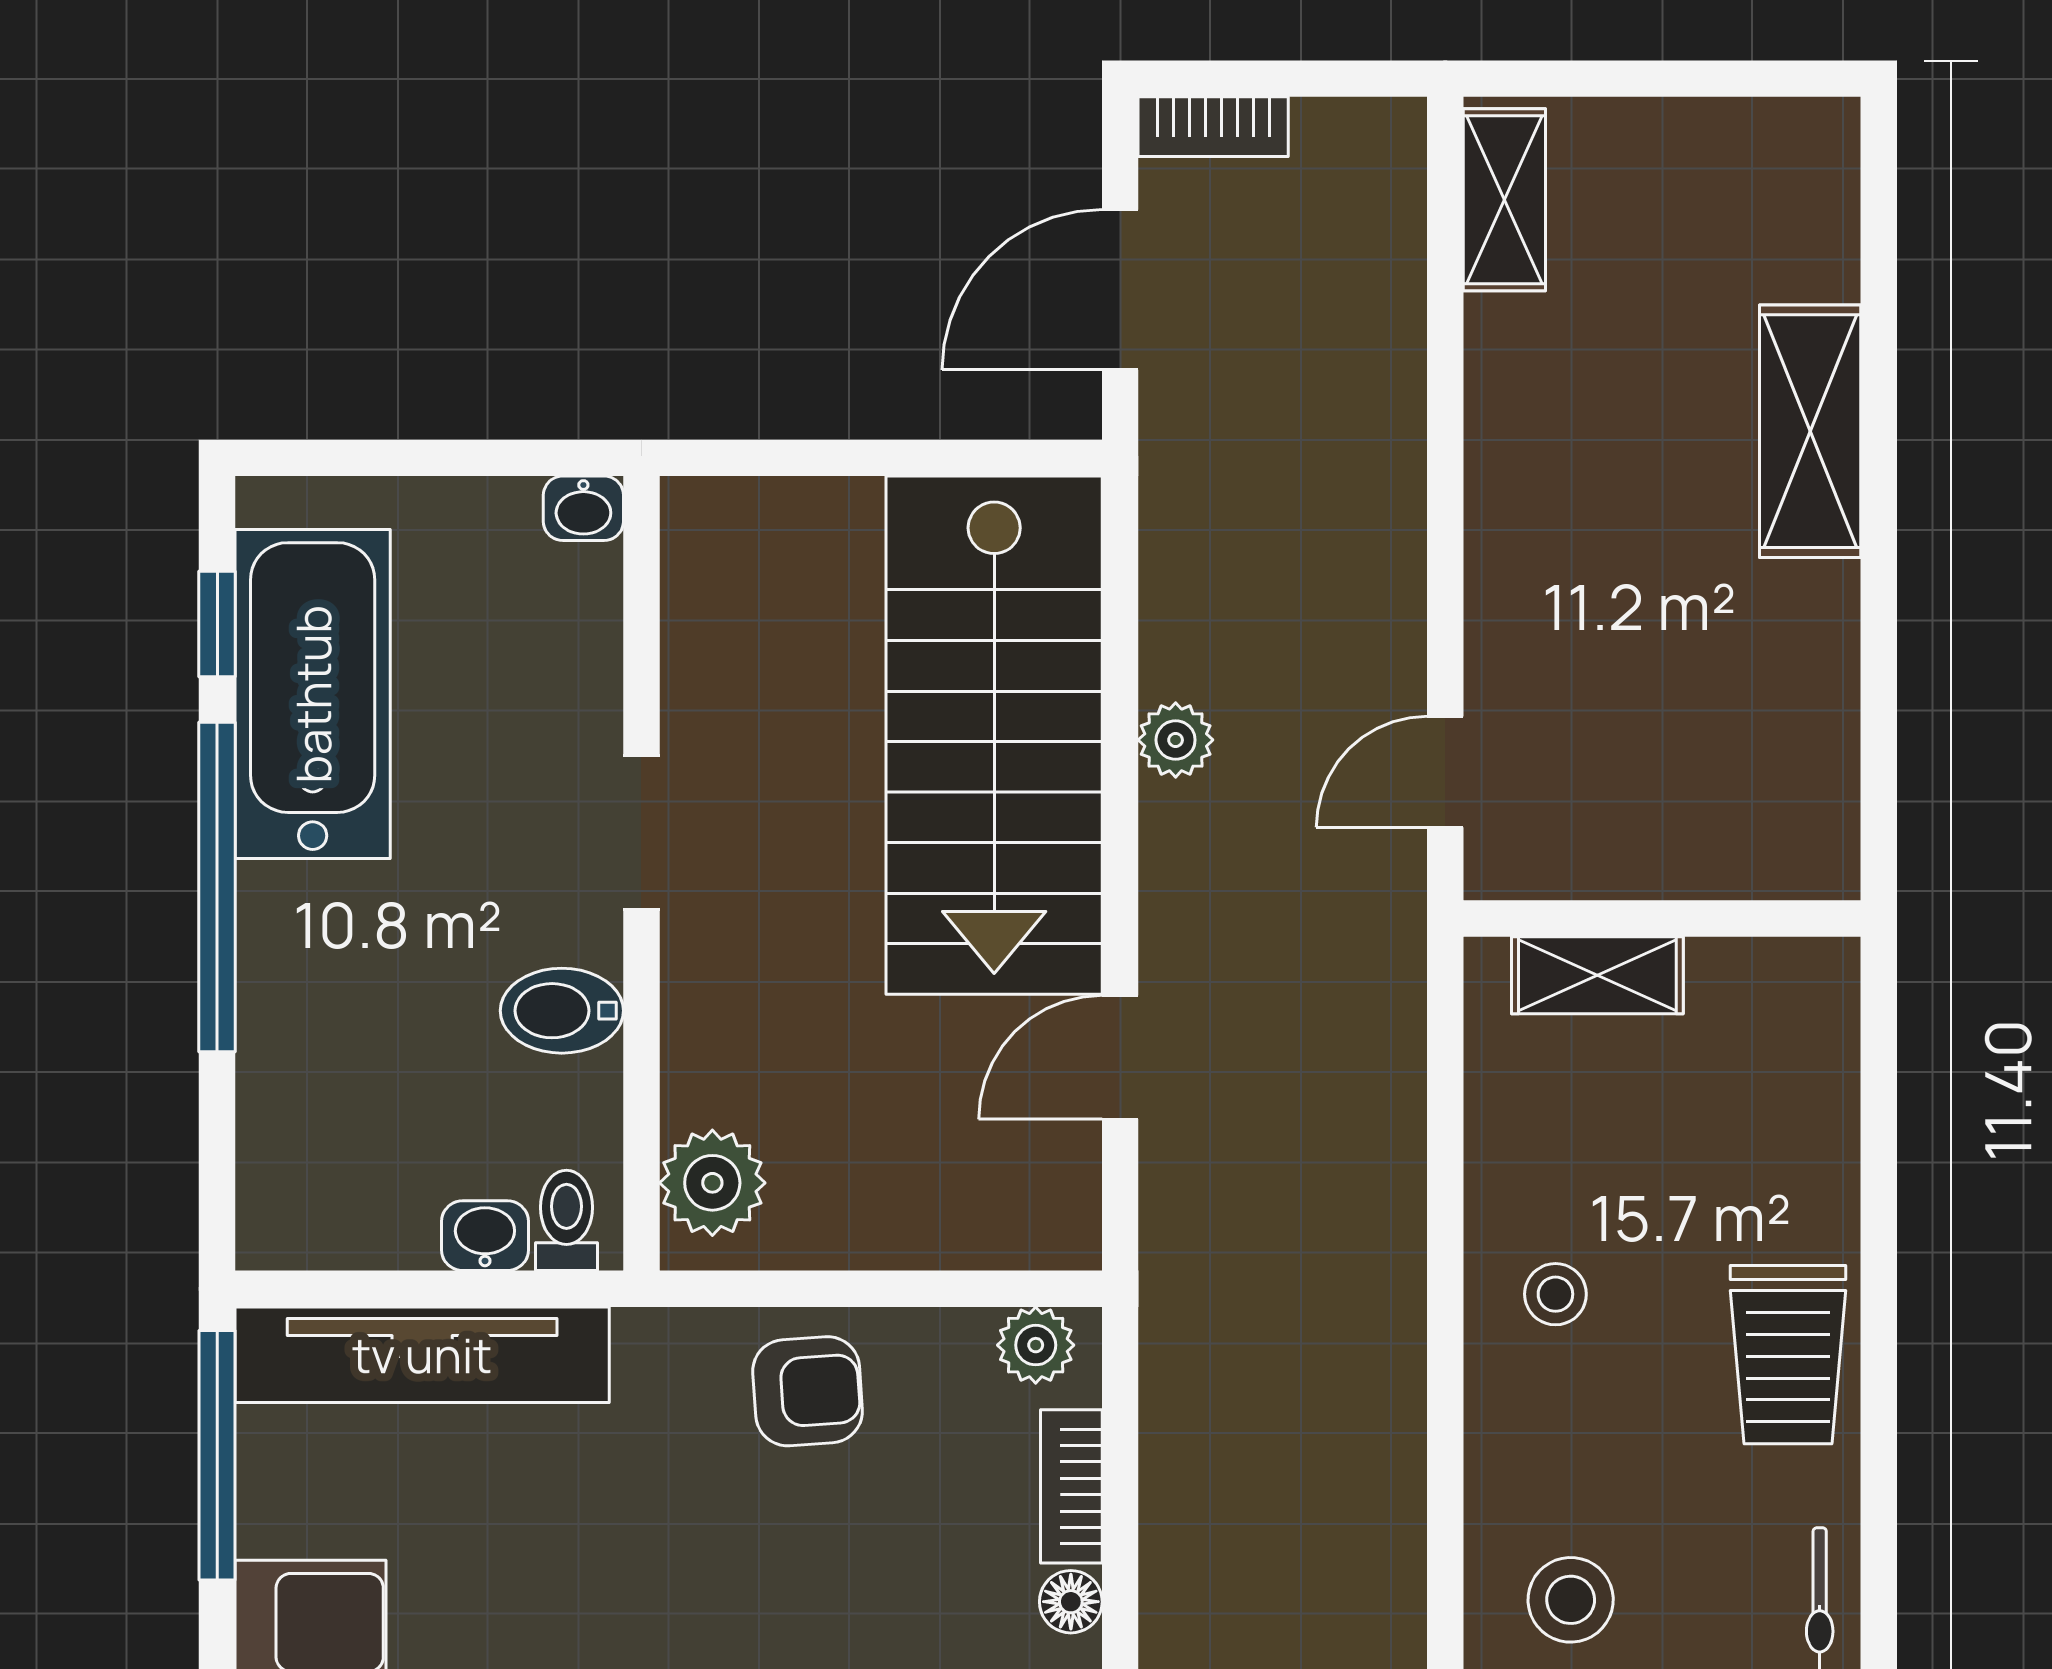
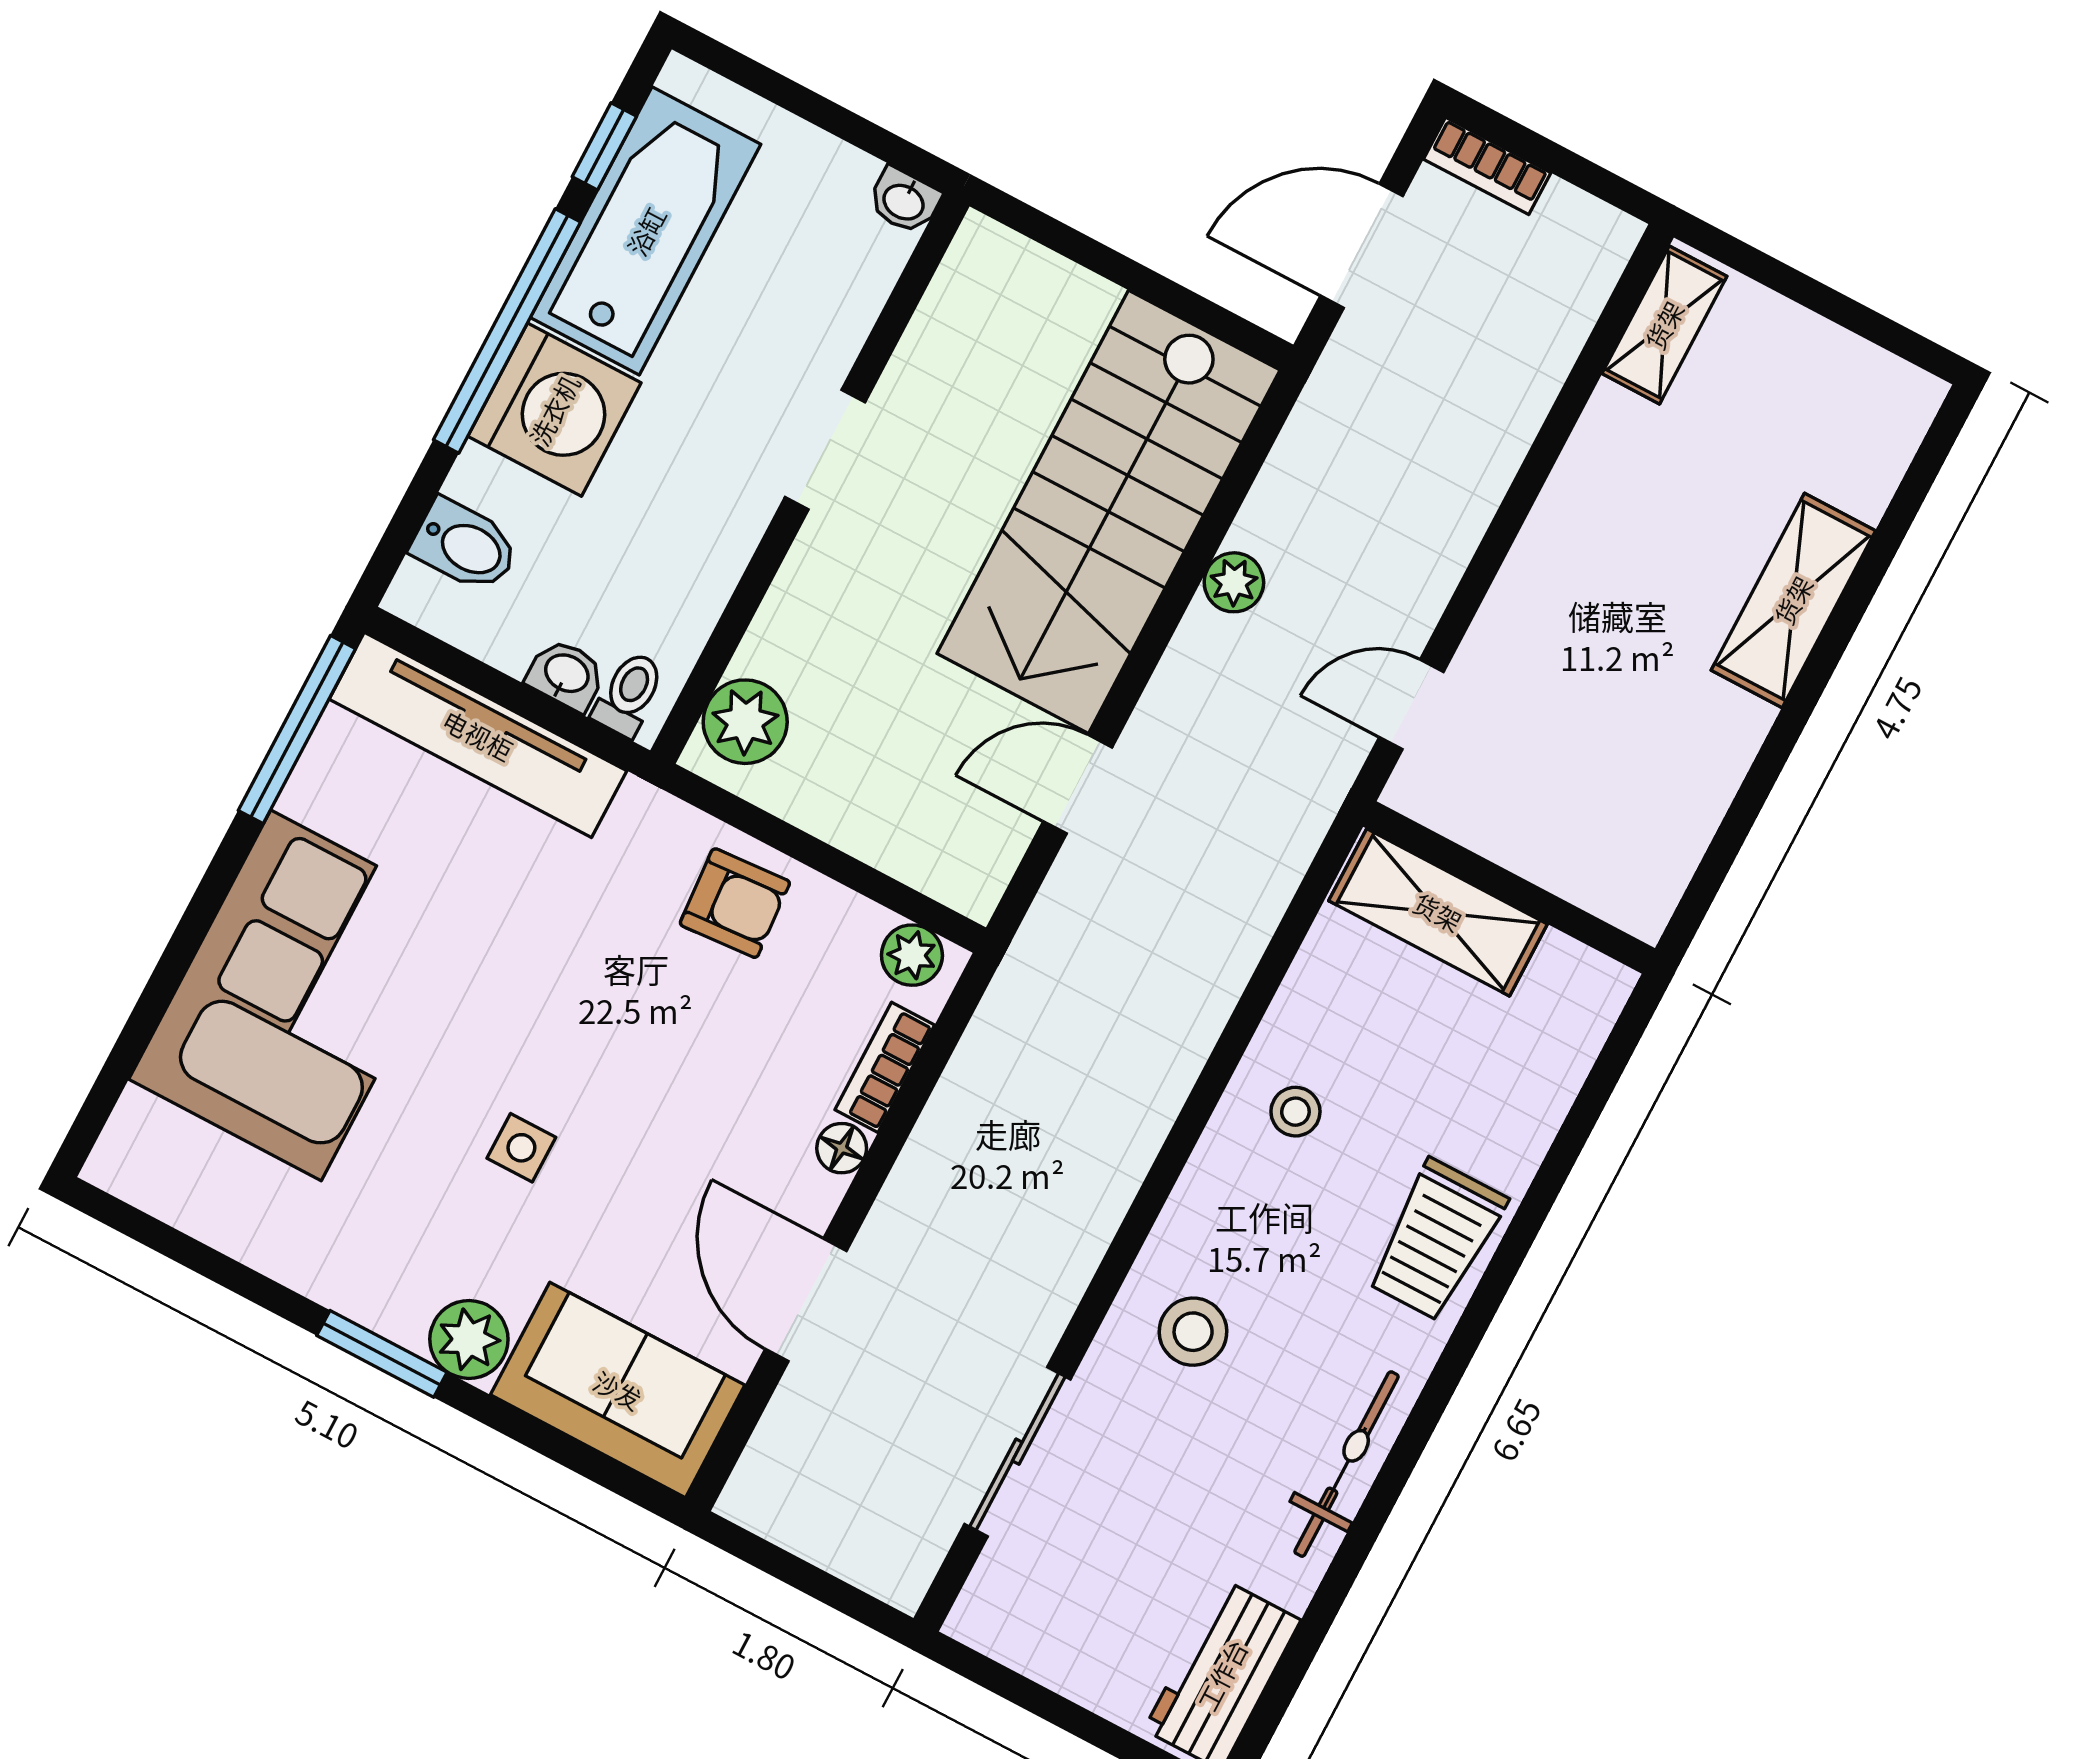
washing machine: (316, 947) -> (554, 410), added
shelving: (1597, 975) -> (1438, 912), width x1.50, depth x1.33
bidet: (562, 1011) -> (465, 546), moved, turned 180

